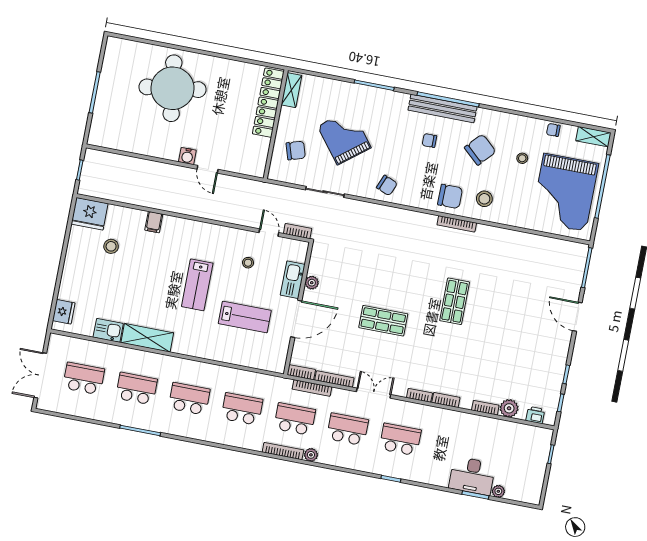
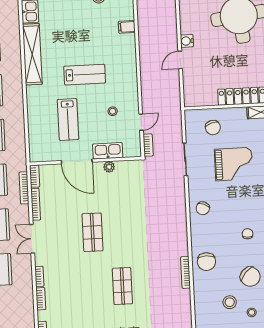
grand piano: (344, 137) -> (234, 164), turned 38
stool: (484, 199) -> (230, 302), moved
lab bench: (197, 285) -> (85, 75), turned 180
shop shelf: (455, 301) -> (122, 286), turned 90
shelving: (147, 338) -> (32, 54), width x1.47
double door: (374, 393) -> (32, 239), swing flipped

